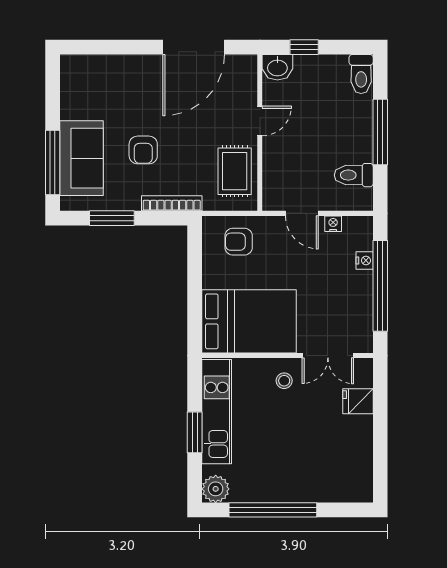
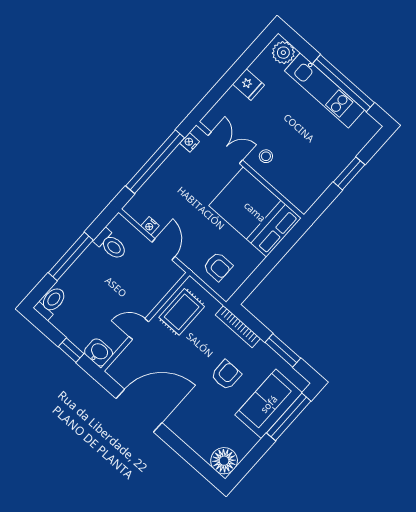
floor lamp: (76, 70) -> (224, 461), added
nightstand: (365, 260) -> (190, 142), moved
fridge: (358, 401) -> (248, 85), moved
kitchen unit: (217, 412) -> (324, 90), moved, turned -90
plant: (216, 489) -> (283, 53), moved

